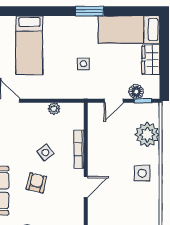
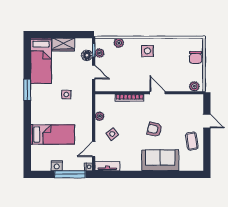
plant: (139, 109) -> (100, 53), added
plant: (147, 135) -> (119, 43), width x0.53, depth x0.53
side table: (45, 152) -> (112, 134), moved

